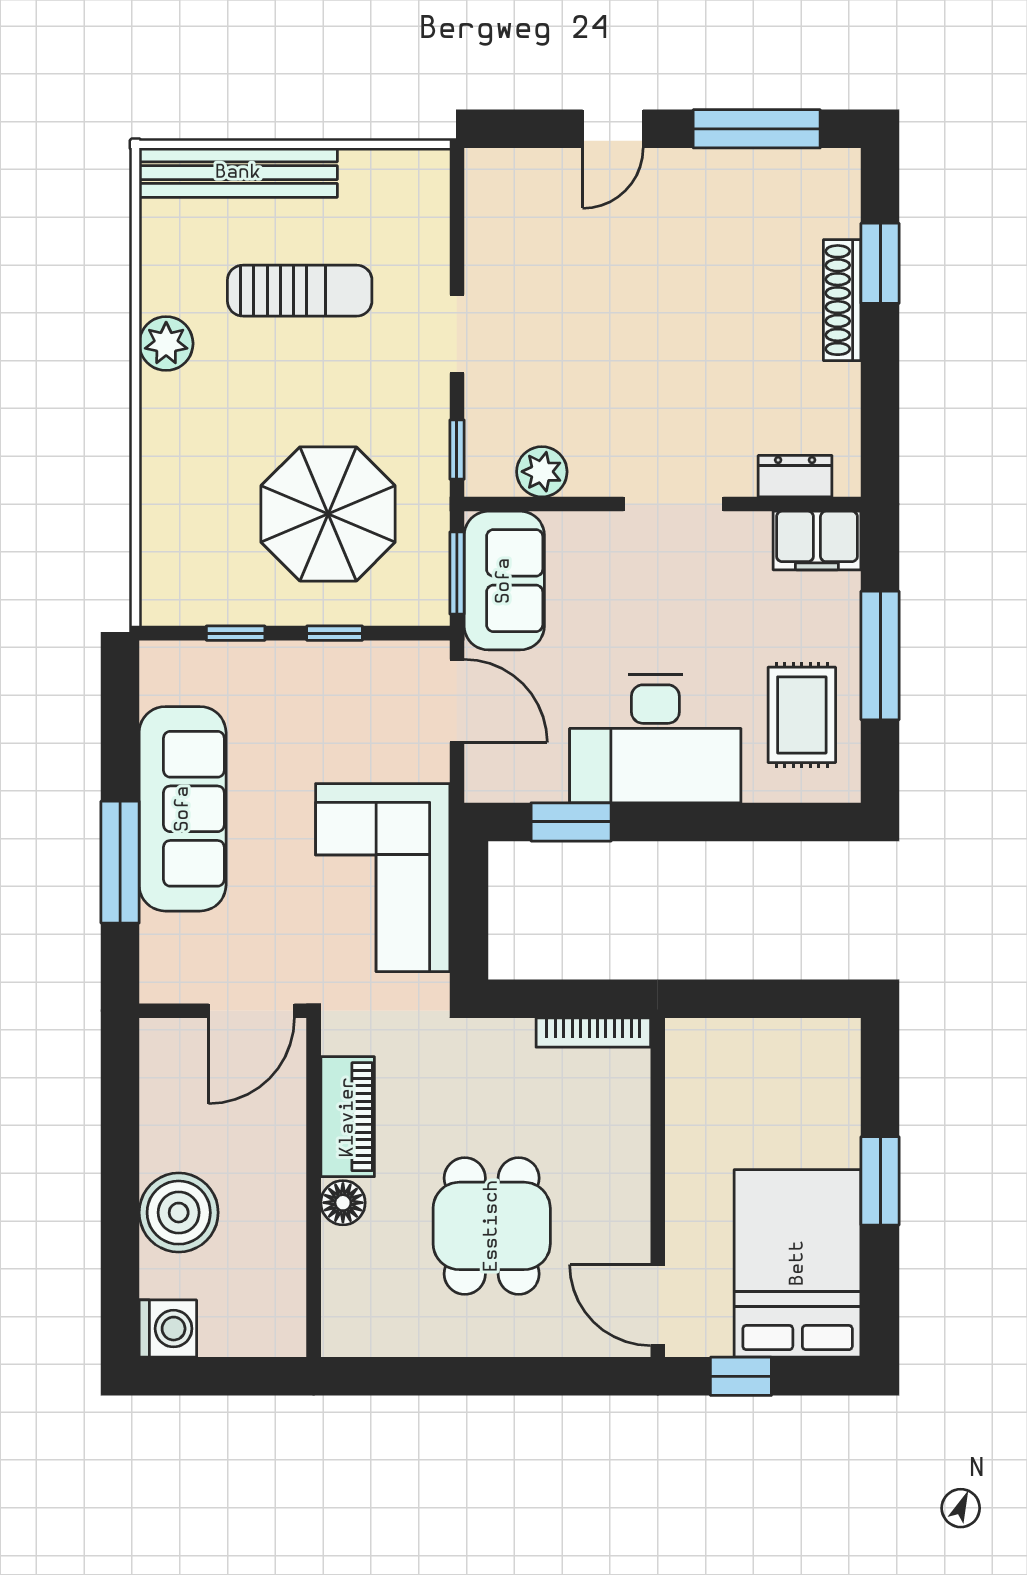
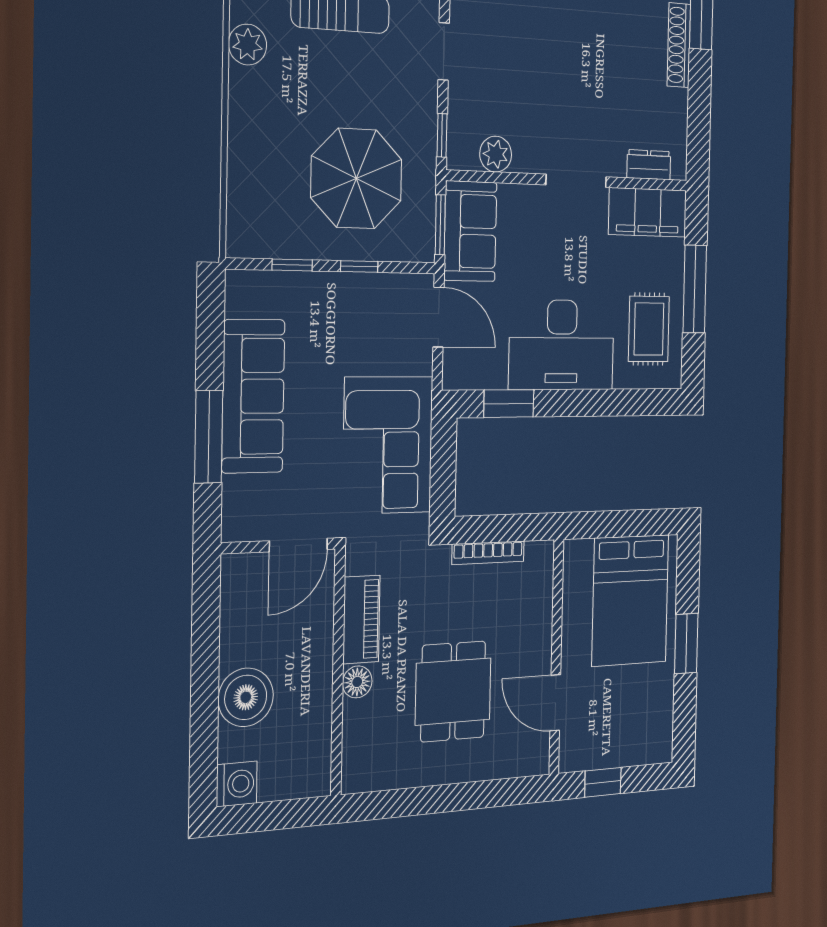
filing cabinet: (817, 541) -> (648, 212), width x1.50, depth x1.17
bookcase: (593, 1033) -> (488, 553), moved
bed: (798, 1263) -> (630, 600), moved, turned 180
door: (658, 1305) -> (555, 703), moved

